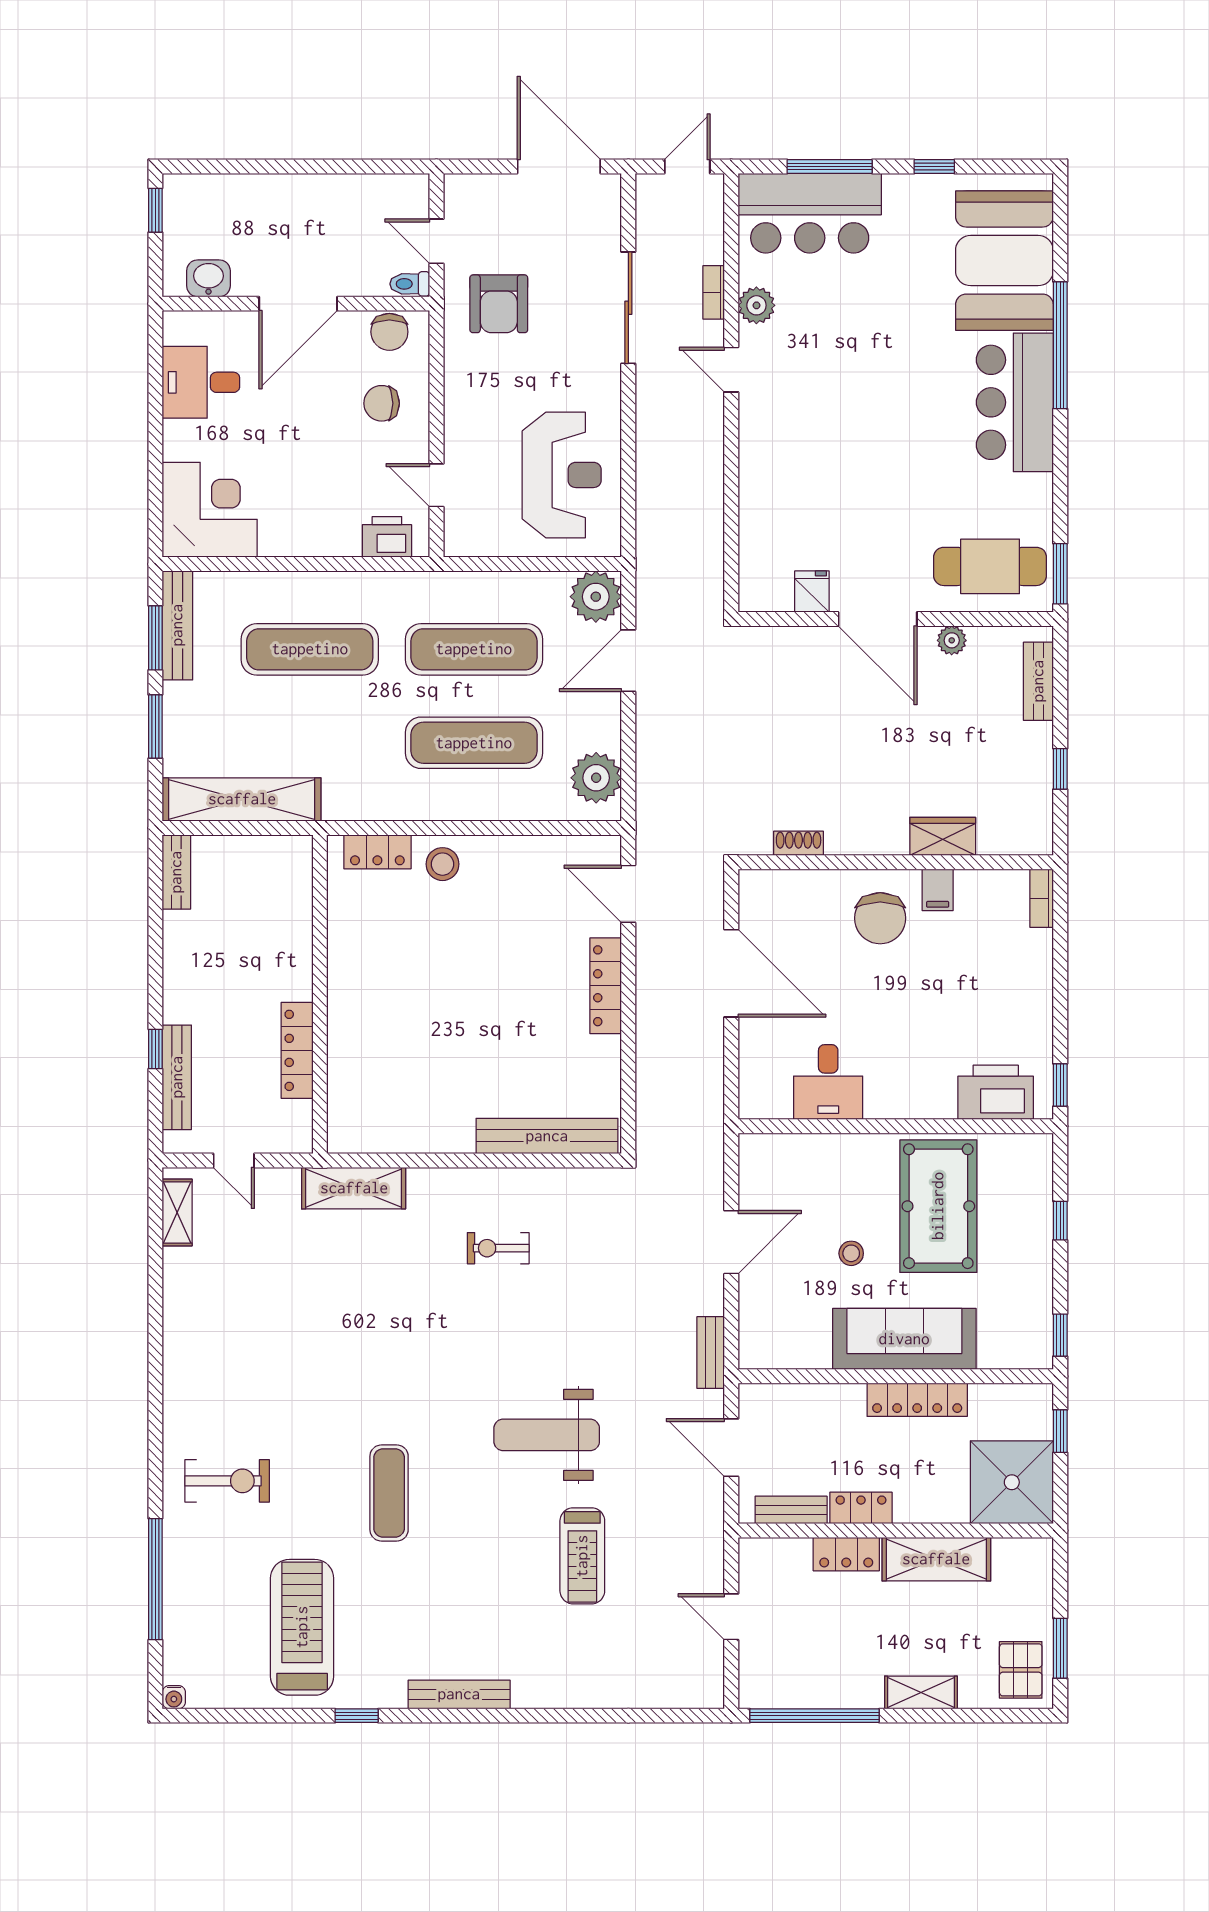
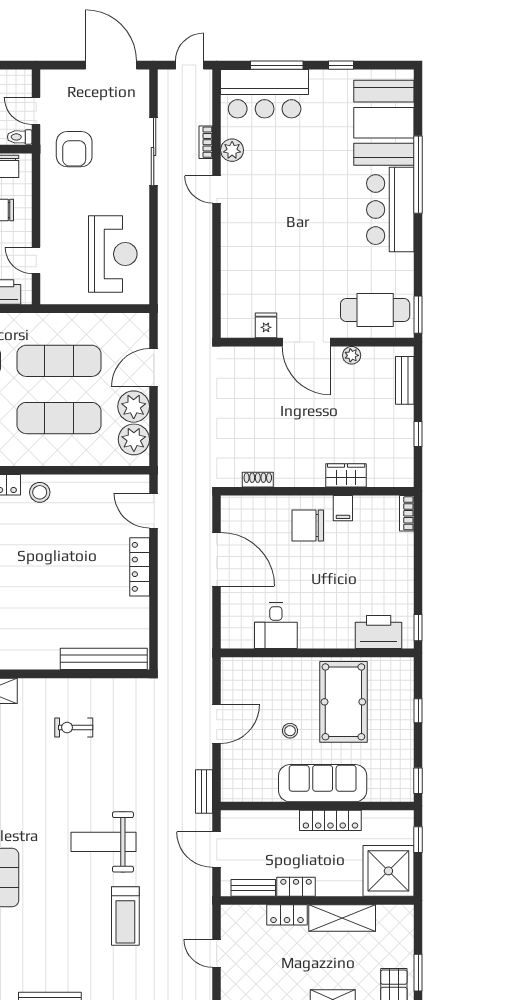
plant: (596, 597) -> (134, 407), moved
chair: (880, 918) -> (308, 525), turned 90

